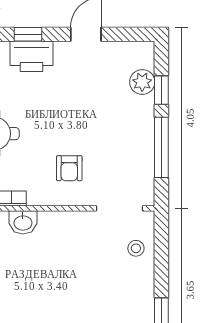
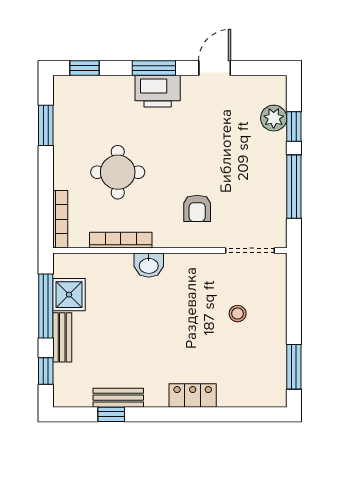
window: (28, 34) -> (154, 68), width x1.50
stool: (136, 248) -> (238, 314), moved

